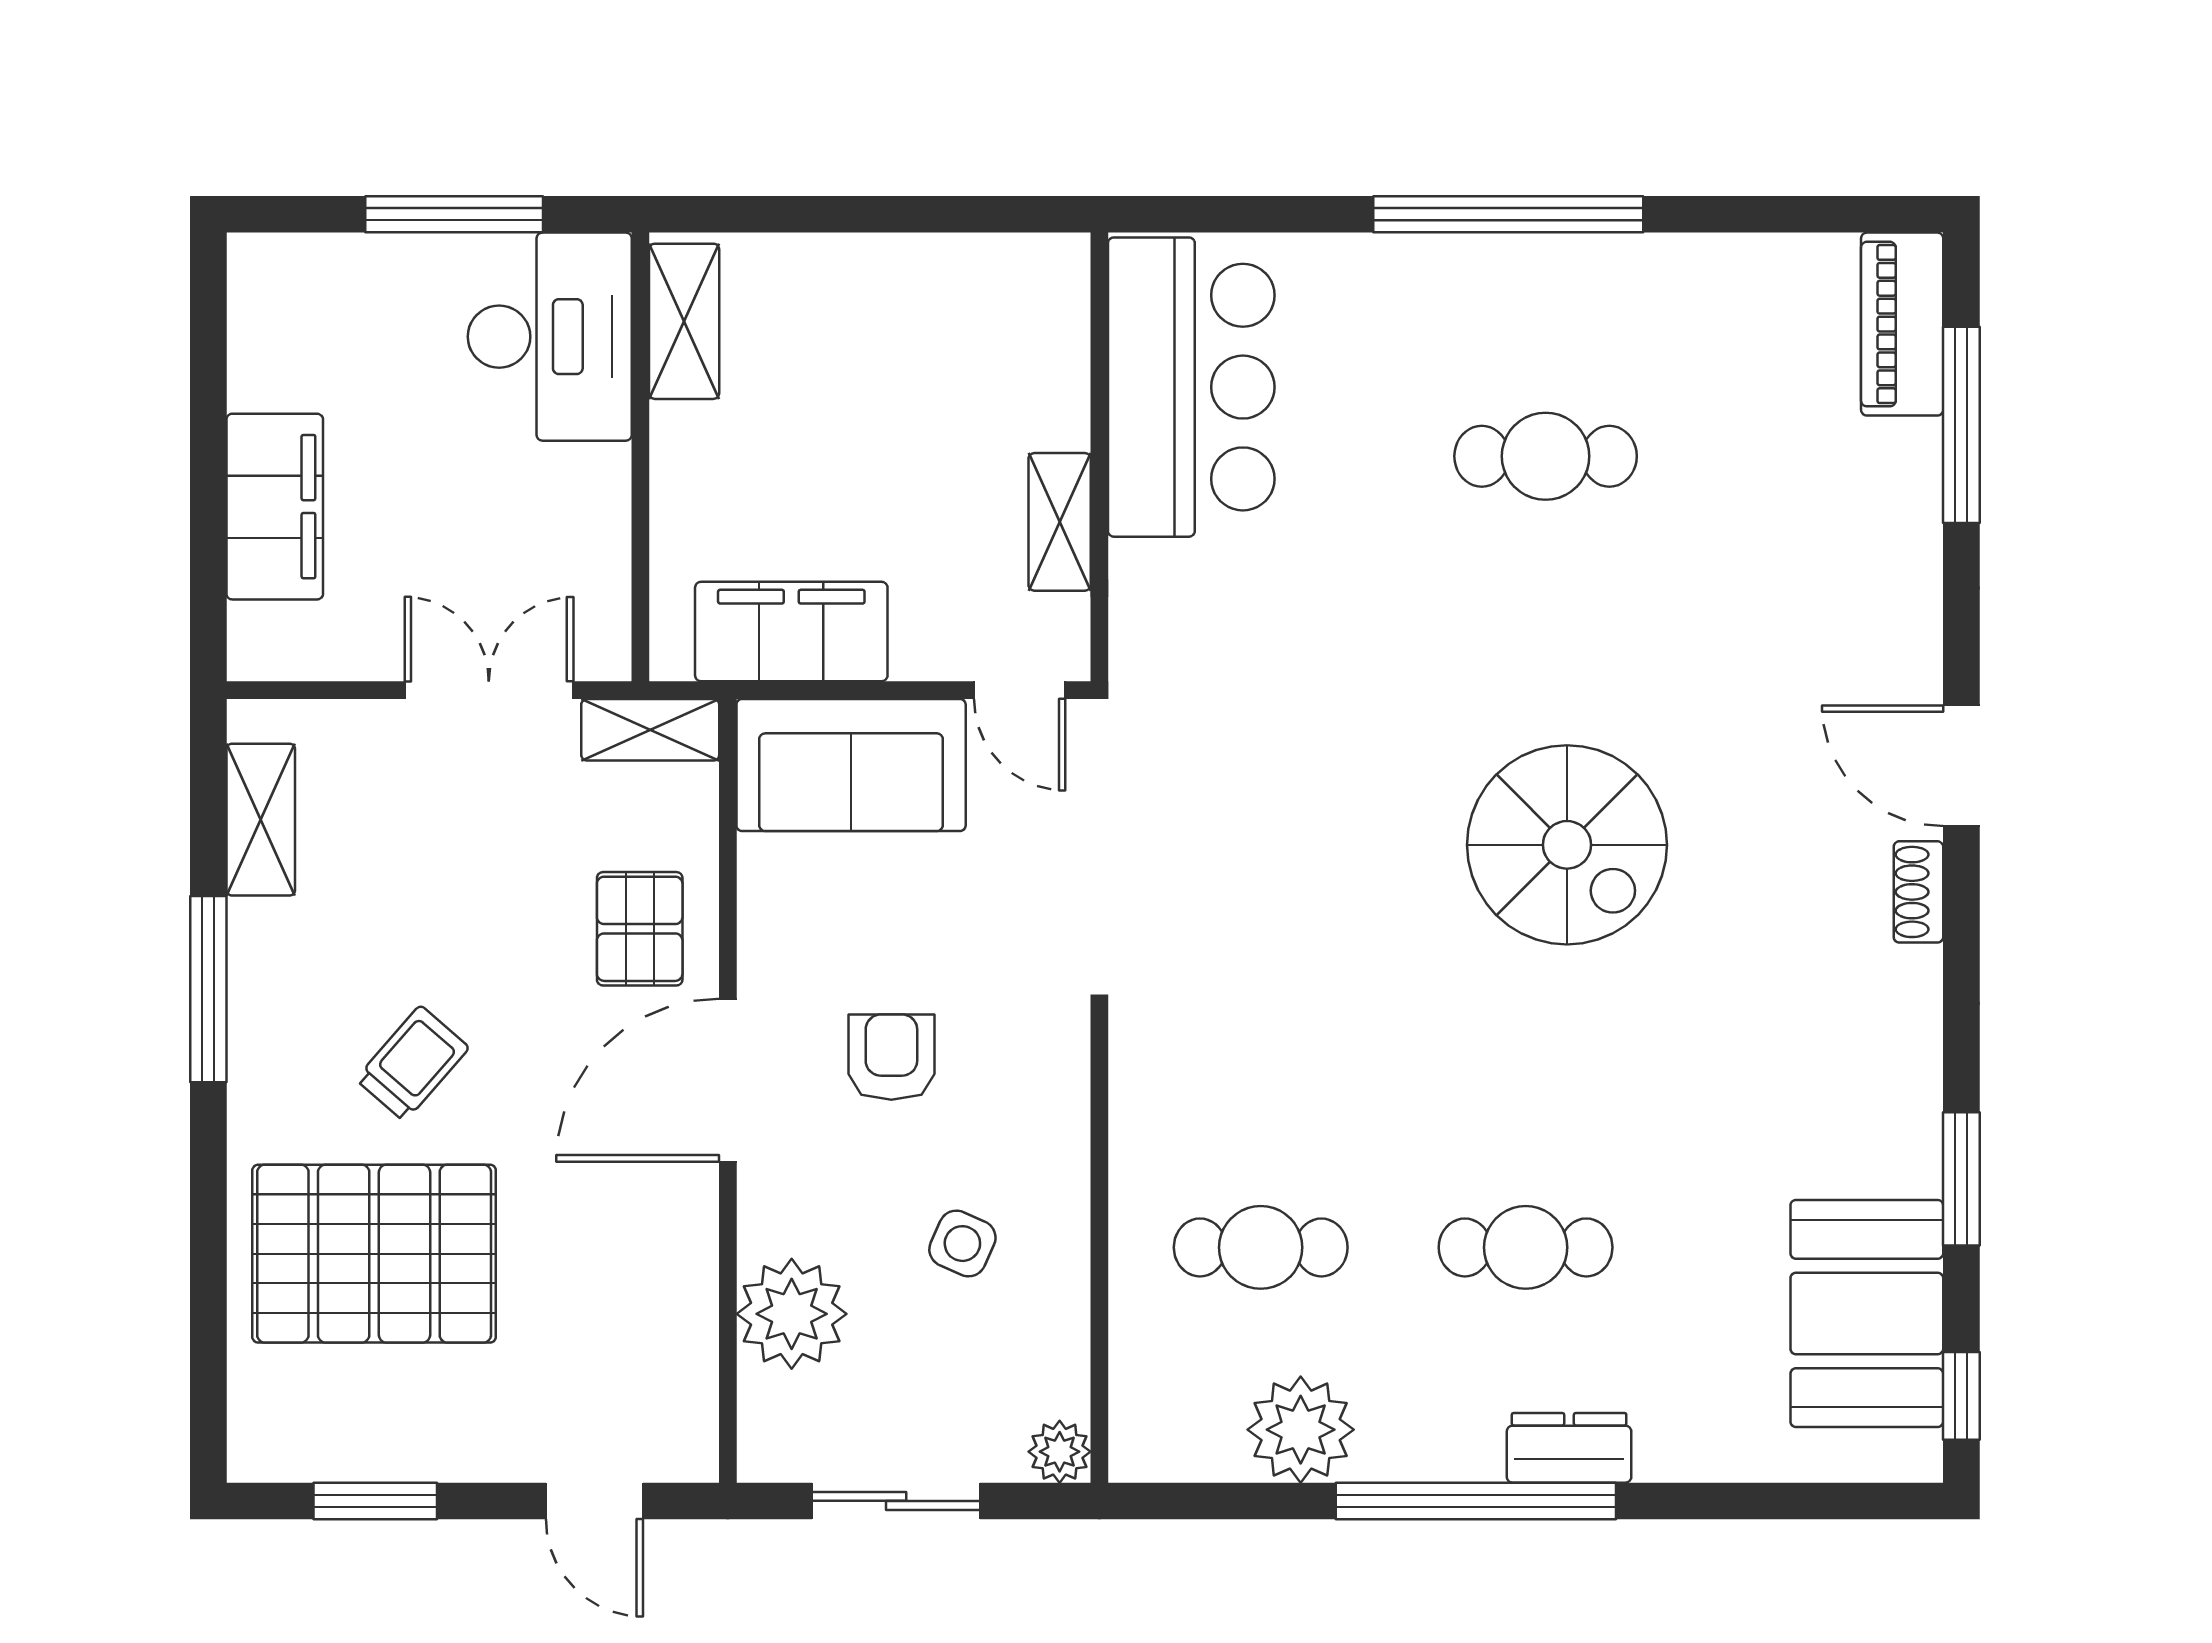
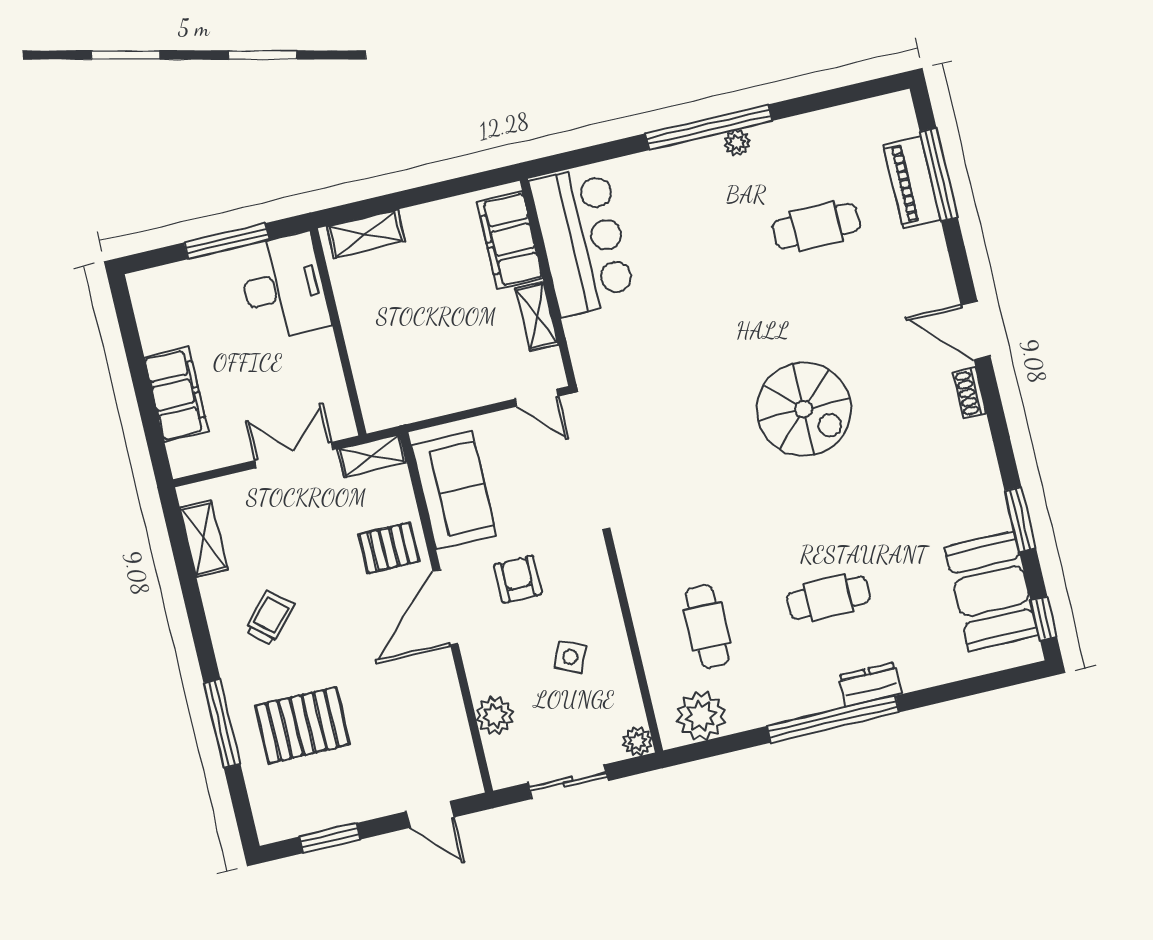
plant: (1560, 260) -> (737, 143), added
shelving: (684, 321) -> (366, 234), moved, turned 90
piano: (1902, 324) -> (912, 182), moved
cafe table: (1546, 456) -> (816, 226), moved
filing cabinet: (791, 632) -> (510, 240), moved, turned -90
sofa: (851, 765) -> (454, 490), moved, turned -90
pallet: (640, 929) -> (389, 548), turned 90
window: (208, 989) -> (222, 724), moved
trolley: (412, 1063) -> (270, 618), moved
cafe table: (1261, 1247) -> (707, 626), turned 90
pallet: (374, 1254) -> (302, 725), width x0.73, depth x0.71
plant: (792, 1314) -> (495, 716), width x0.73, depth x0.73
plant: (1301, 1430) -> (701, 716), moved

